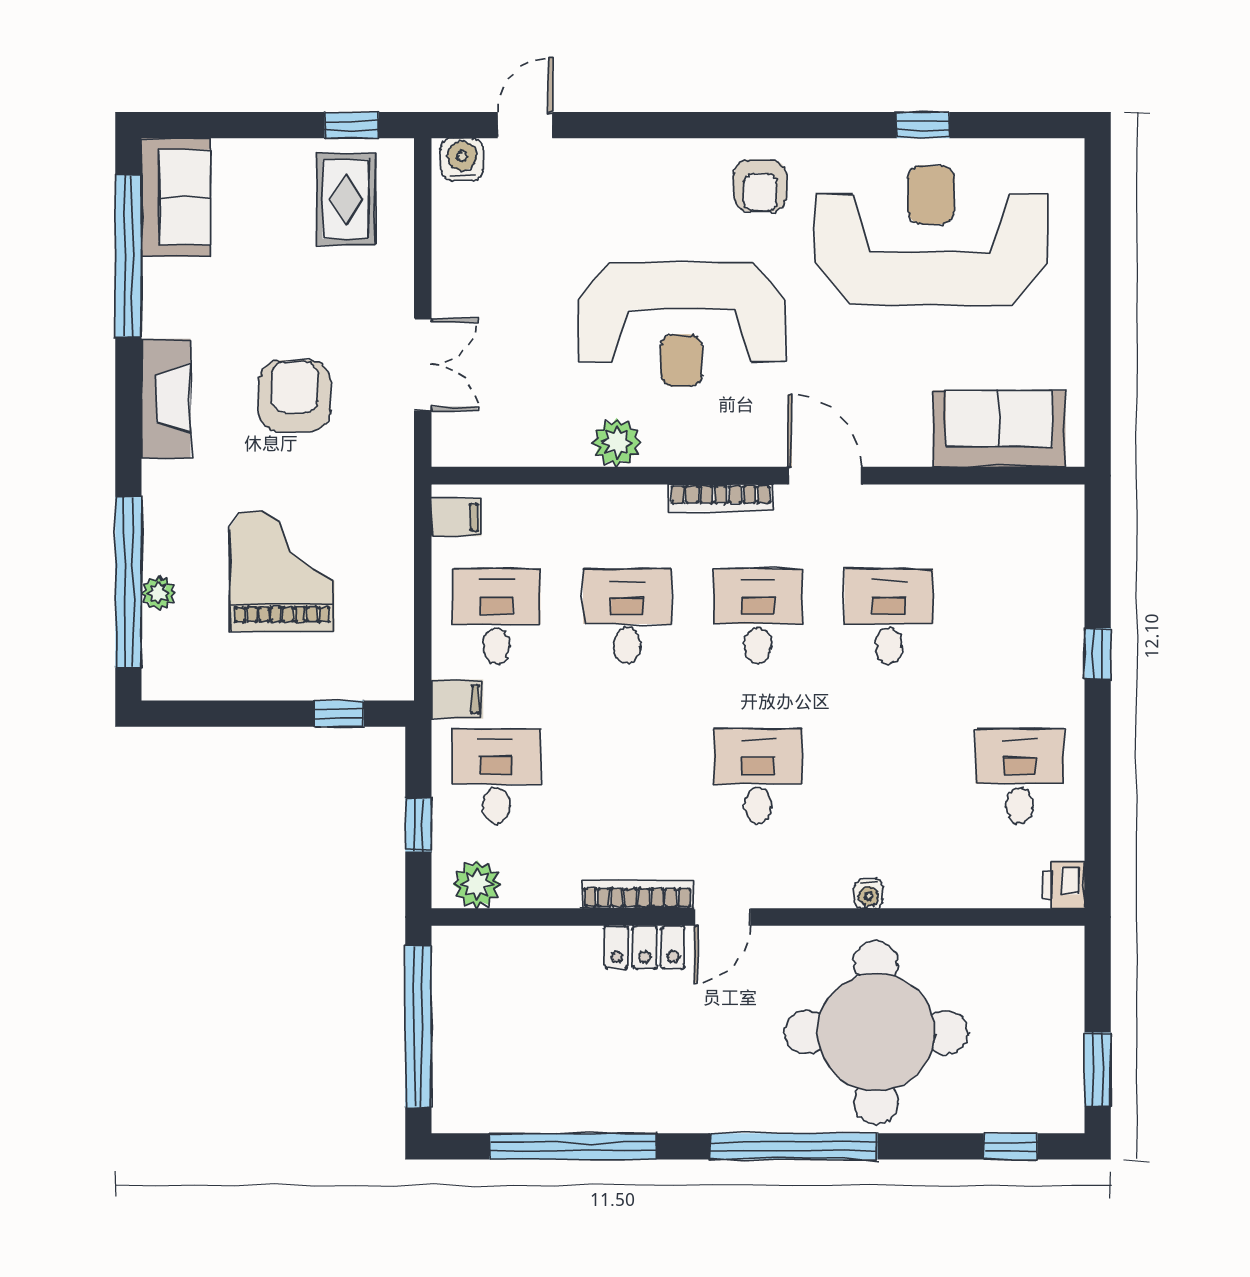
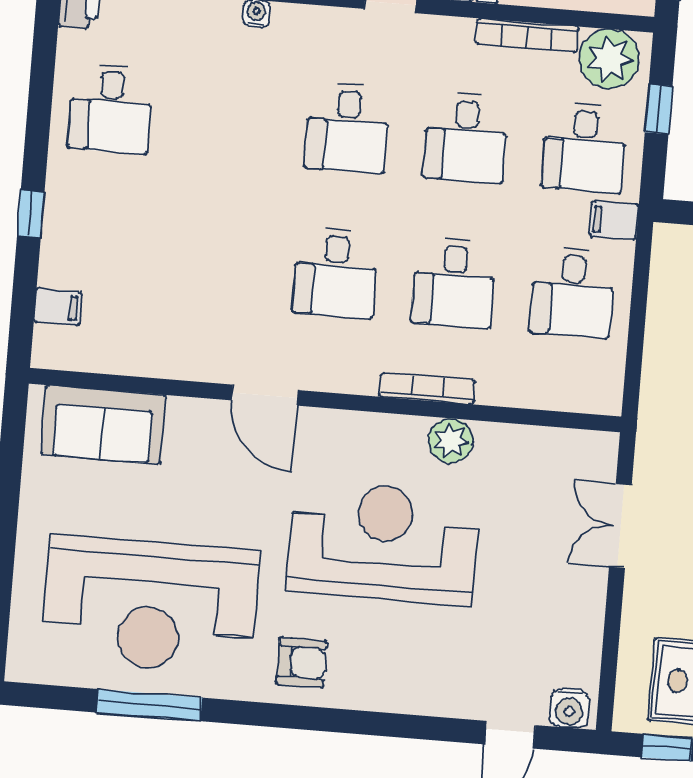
window: (923, 125) -> (150, 705), width x2.17
armchair: (760, 186) -> (301, 662), turned 90
bookcase: (721, 498) -> (427, 388), moved
filing cabinet: (456, 517) -> (58, 307), moved, turned 180
desk: (889, 616) -> (466, 138), moved
plant: (477, 884) -> (609, 59), width x1.36, depth x1.36
bookcase: (637, 894) -> (527, 35), moved

